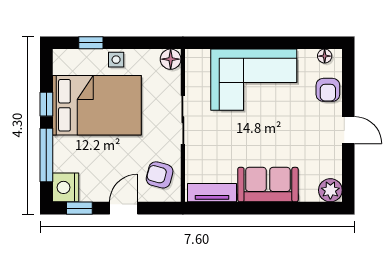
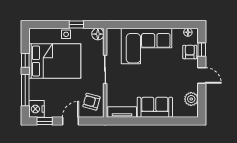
window: (91, 43) -> (76, 24), moved
window: (348, 86) -> (202, 50), added
armchair: (328, 90) -> (190, 52), turned 180
plant: (330, 190) -> (191, 99), moved

